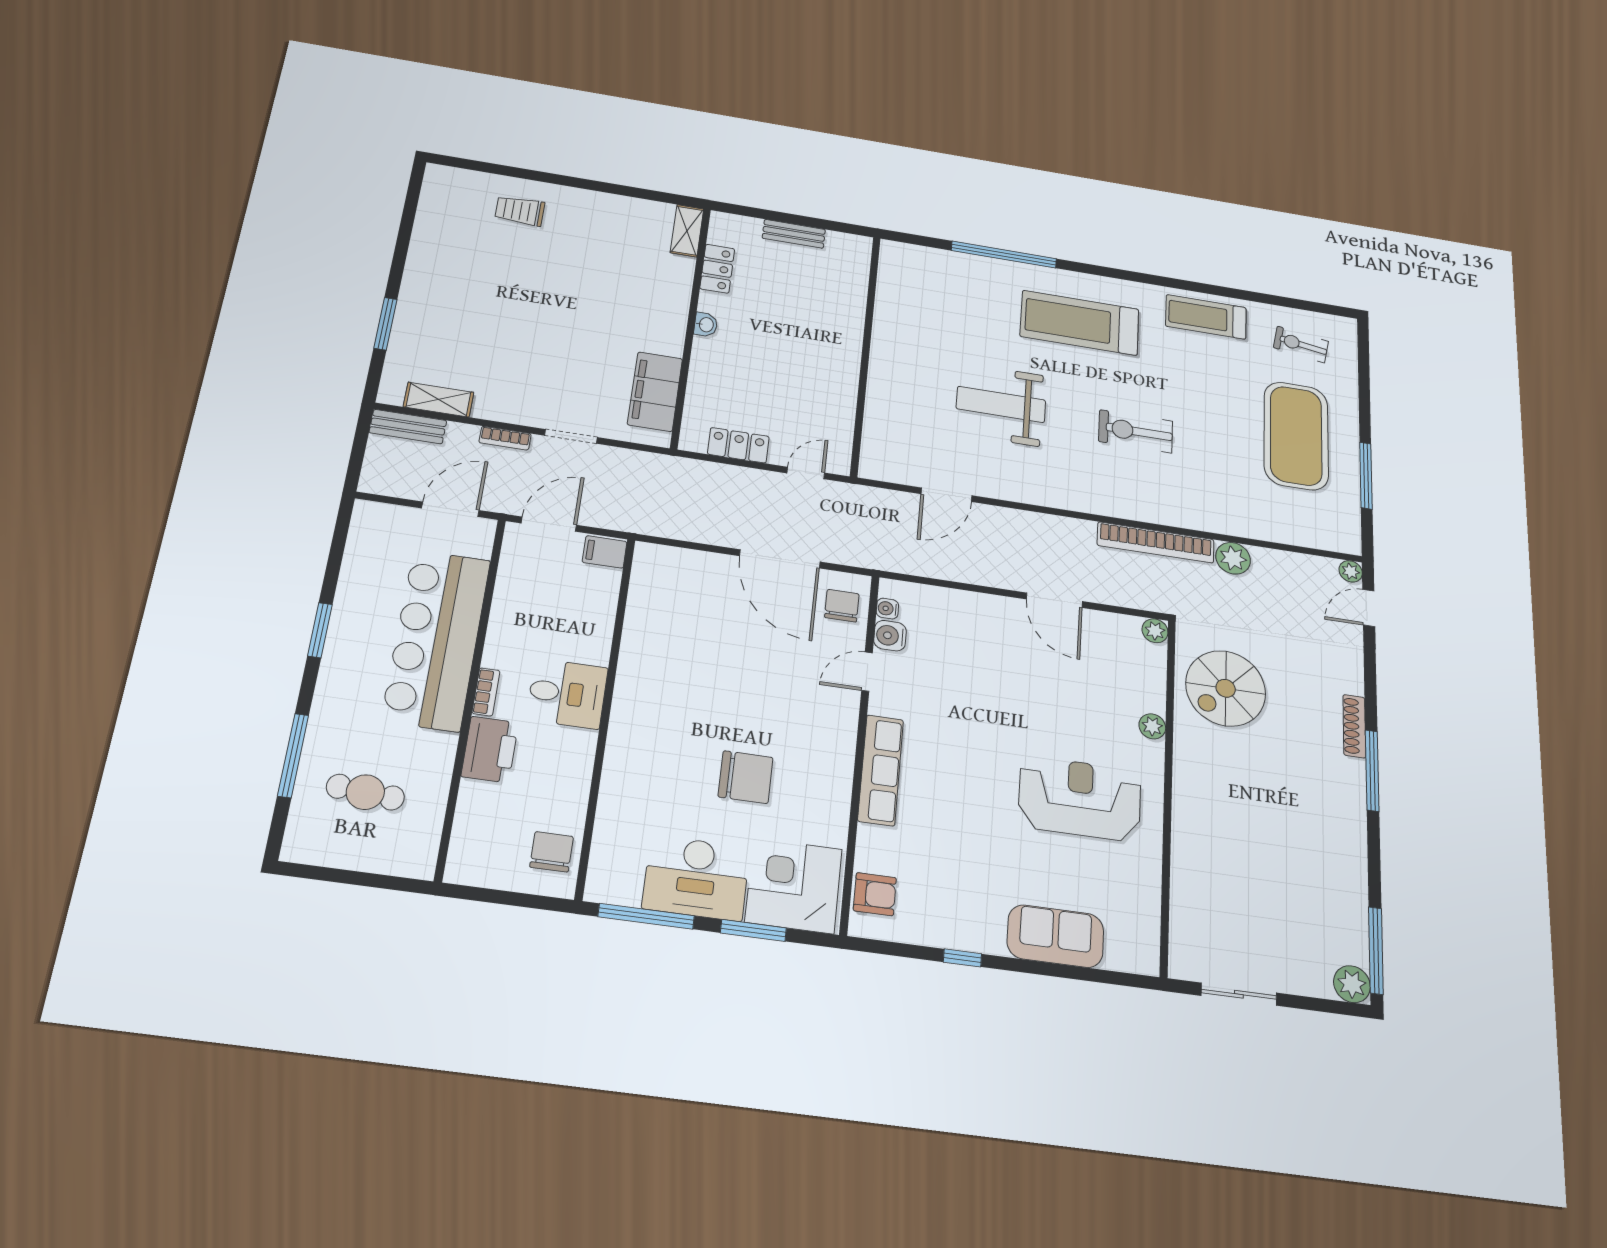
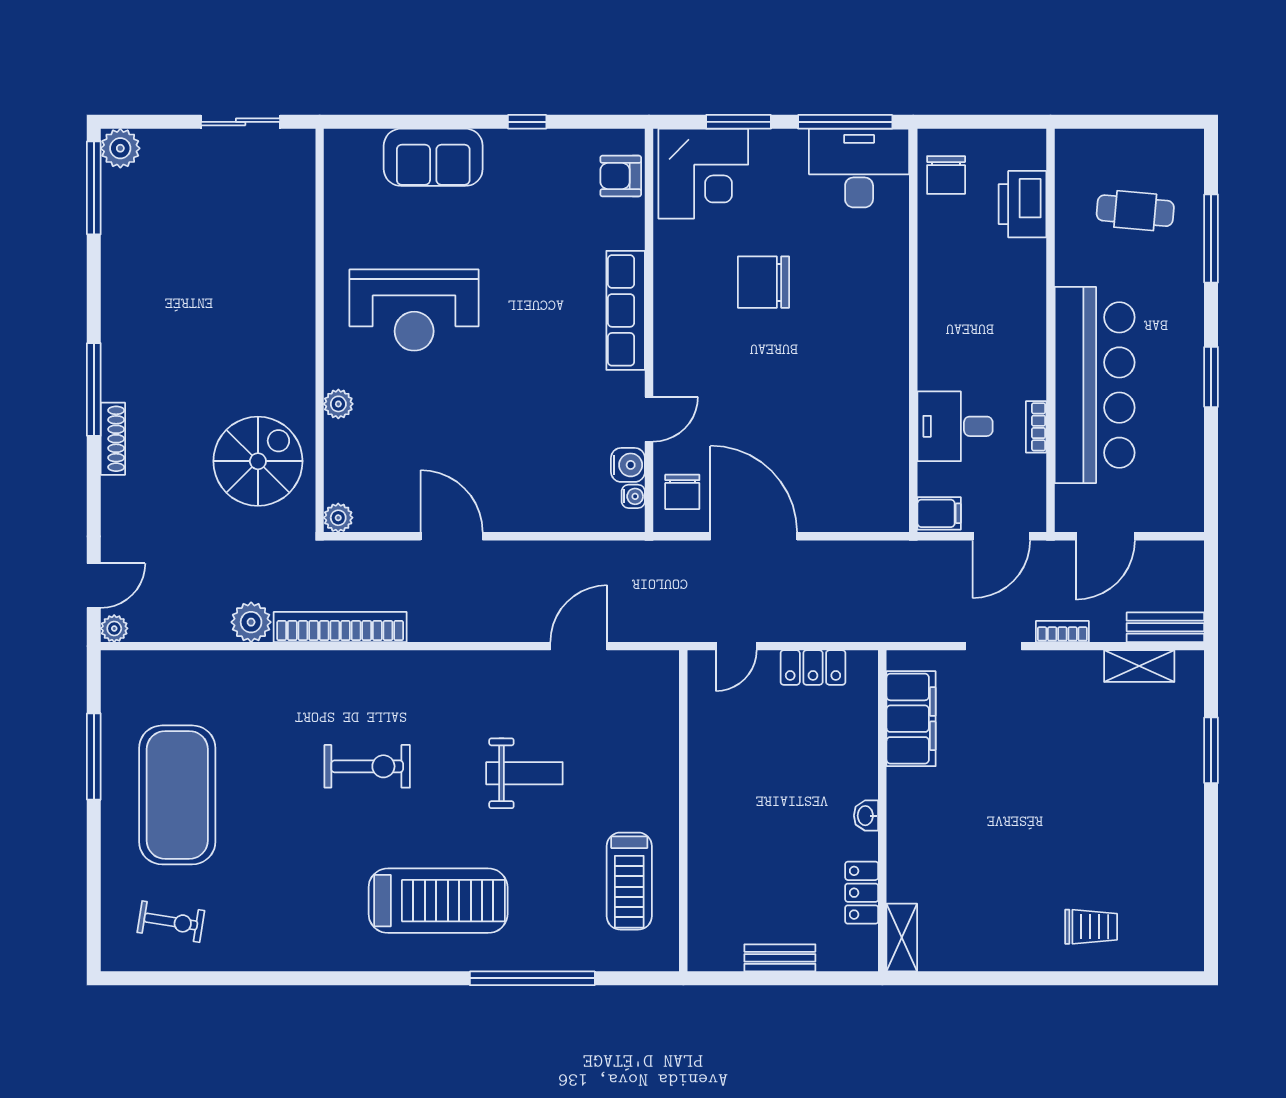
treadmill: (1206, 317) -> (629, 881), moved, turned 90
weight bench: (1001, 404) -> (524, 773), width x0.73, depth x0.75
bookcase: (486, 692) -> (1036, 427), moved
desk: (567, 694) -> (955, 426), moved
printer: (490, 750) -> (1022, 204), moved
desk: (696, 878) -> (859, 168), moved

